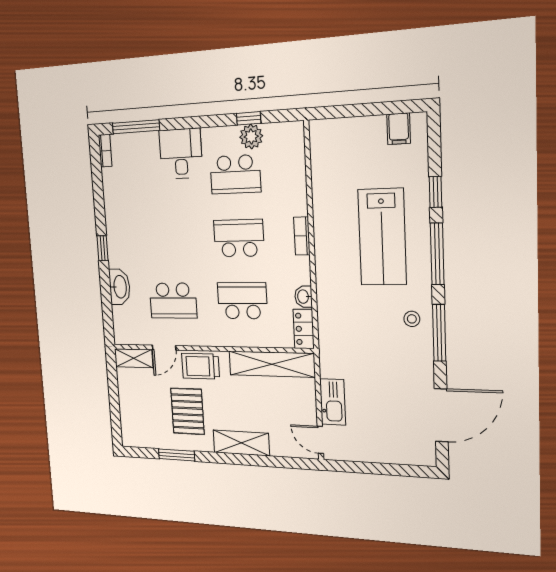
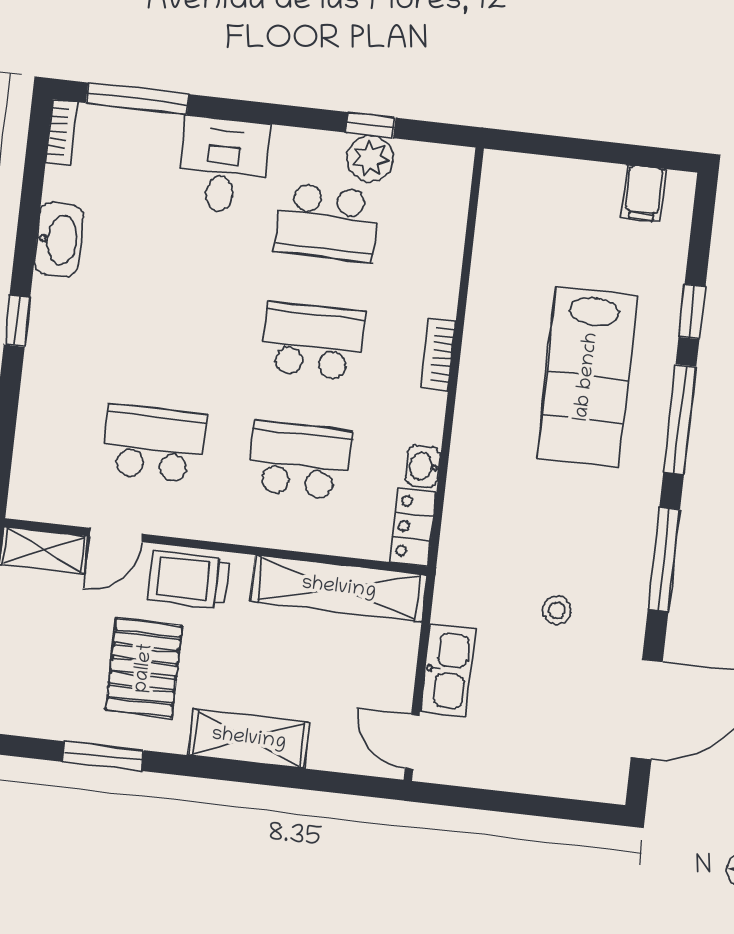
washbasin: (120, 287) -> (59, 240), moved
school desk: (173, 301) -> (154, 444), turned 180
stool: (412, 319) -> (557, 610), moved

